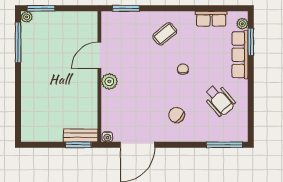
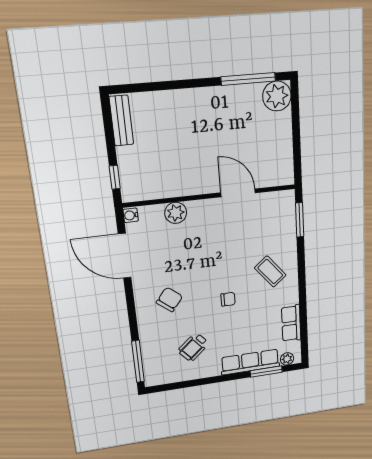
window: (41, 8) -> (295, 108), removed
plant: (27, 17) -> (277, 96), width x1.88, depth x1.88
plant: (109, 81) -> (176, 213), moved
wheelchair: (219, 100) -> (193, 347), width x0.73, depth x0.73
bench: (81, 135) -> (121, 121), moved
window: (78, 145) -> (115, 177), width x0.67

